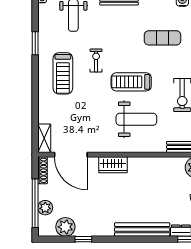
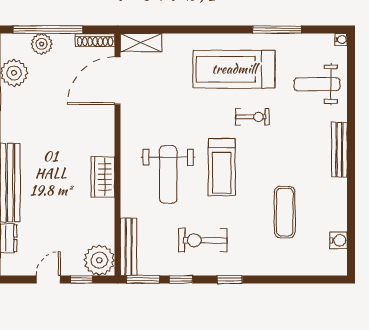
window: (35, 43) -> (277, 30), width x1.44
treadmill: (63, 73) -> (234, 69), width x1.37, depth x1.38
treadmill: (131, 82) -> (222, 167), turned 180
wardrobe: (113, 165) -> (103, 177), moved

